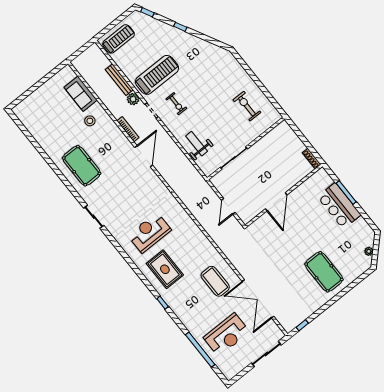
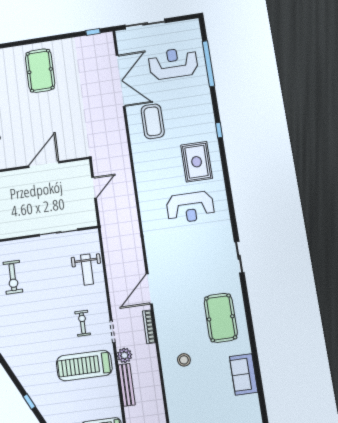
sofa: (81, 94) -> (244, 374), moved, turned 180

